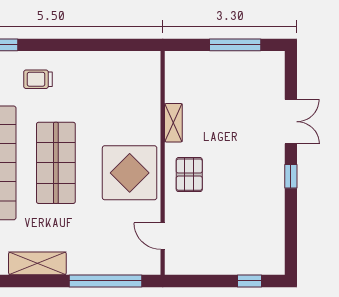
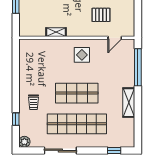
display table: (130, 173) -> (82, 55), width x0.54, depth x0.54
pallet: (189, 175) -> (101, 15), moved

